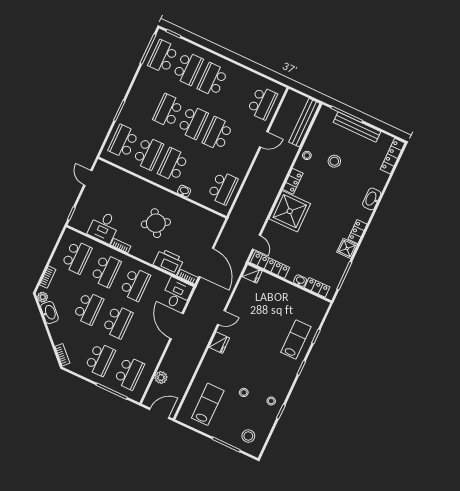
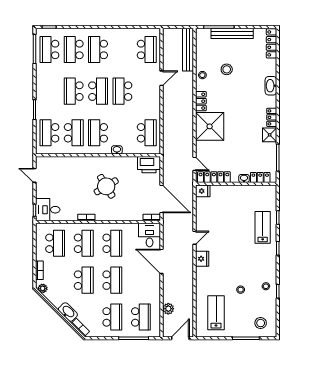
school desk: (188, 68) -> (74, 49), turned 180
desk: (104, 227) -> (48, 210), moved, turned 90
printer: (168, 262) -> (149, 165), moved, turned 180
washbasin: (49, 313) -> (68, 312), moved

